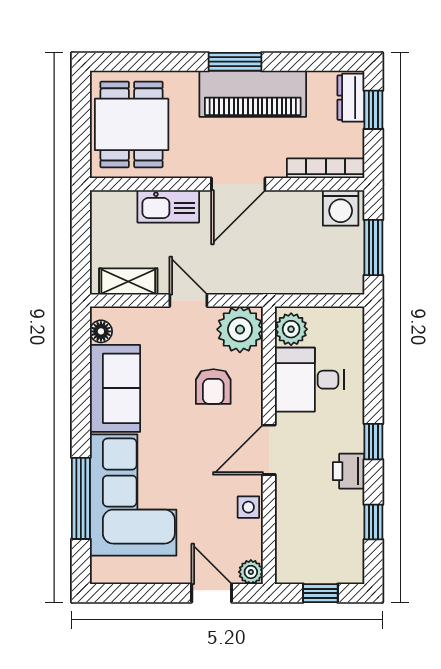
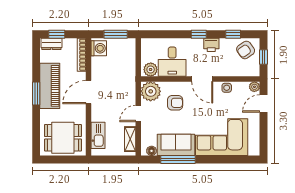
door: (238, 184) -> (88, 92), swing flipped
kitchen sink: (168, 206) -> (98, 135), moved
window: (81, 498) -> (178, 159), moved
armchair: (337, 551) -> (246, 50), added

